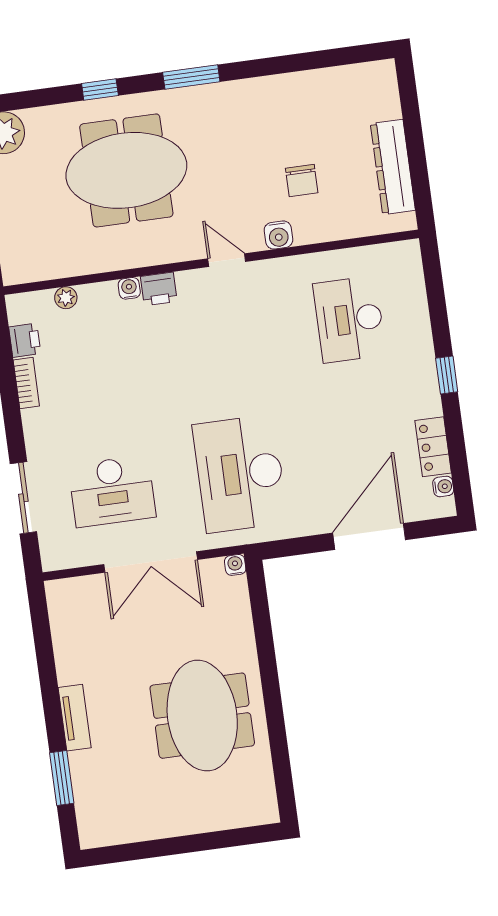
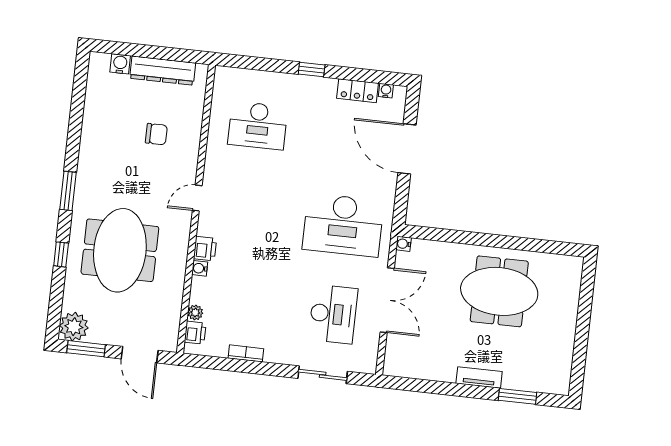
water cooler: (278, 235) -> (120, 64), moved, turned -90
printer: (25, 340) -> (195, 333), moved, turned 90

